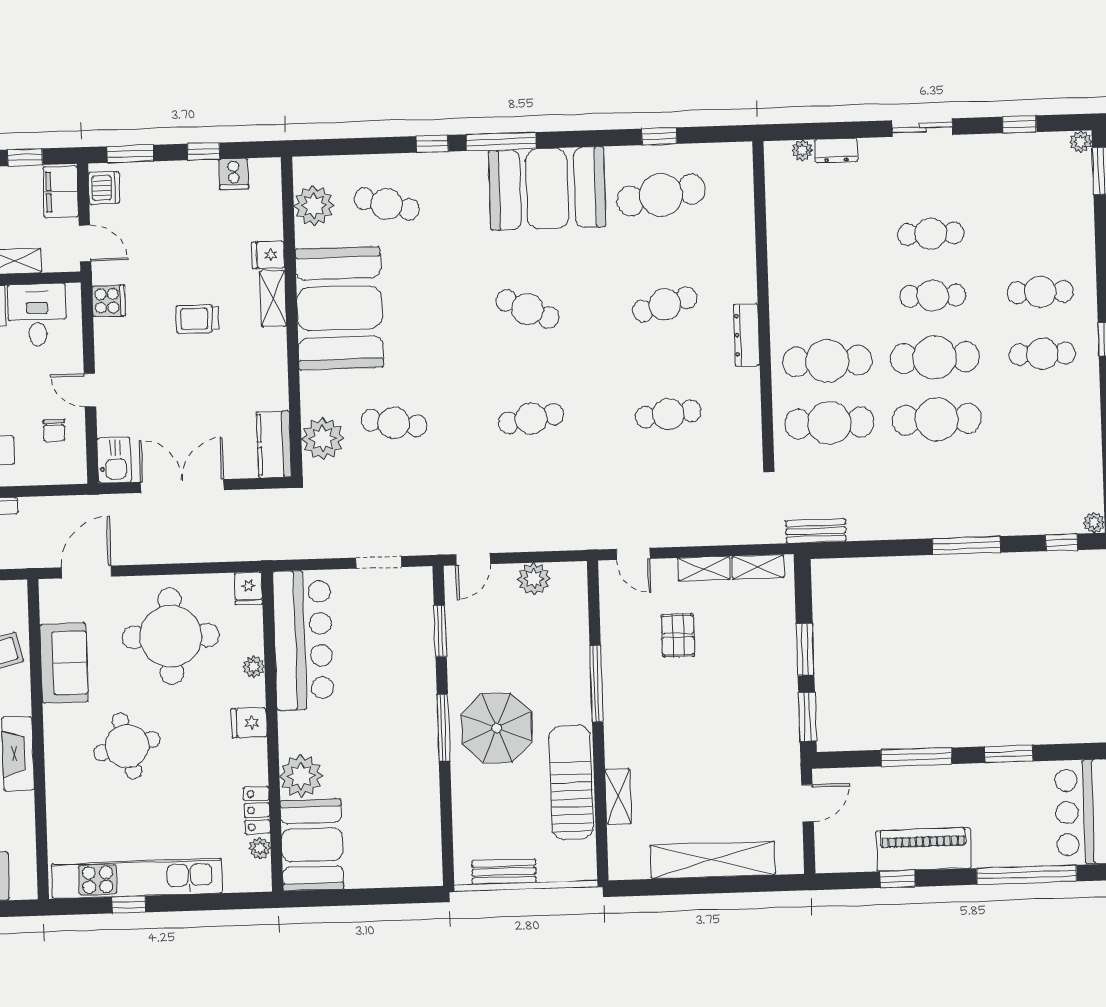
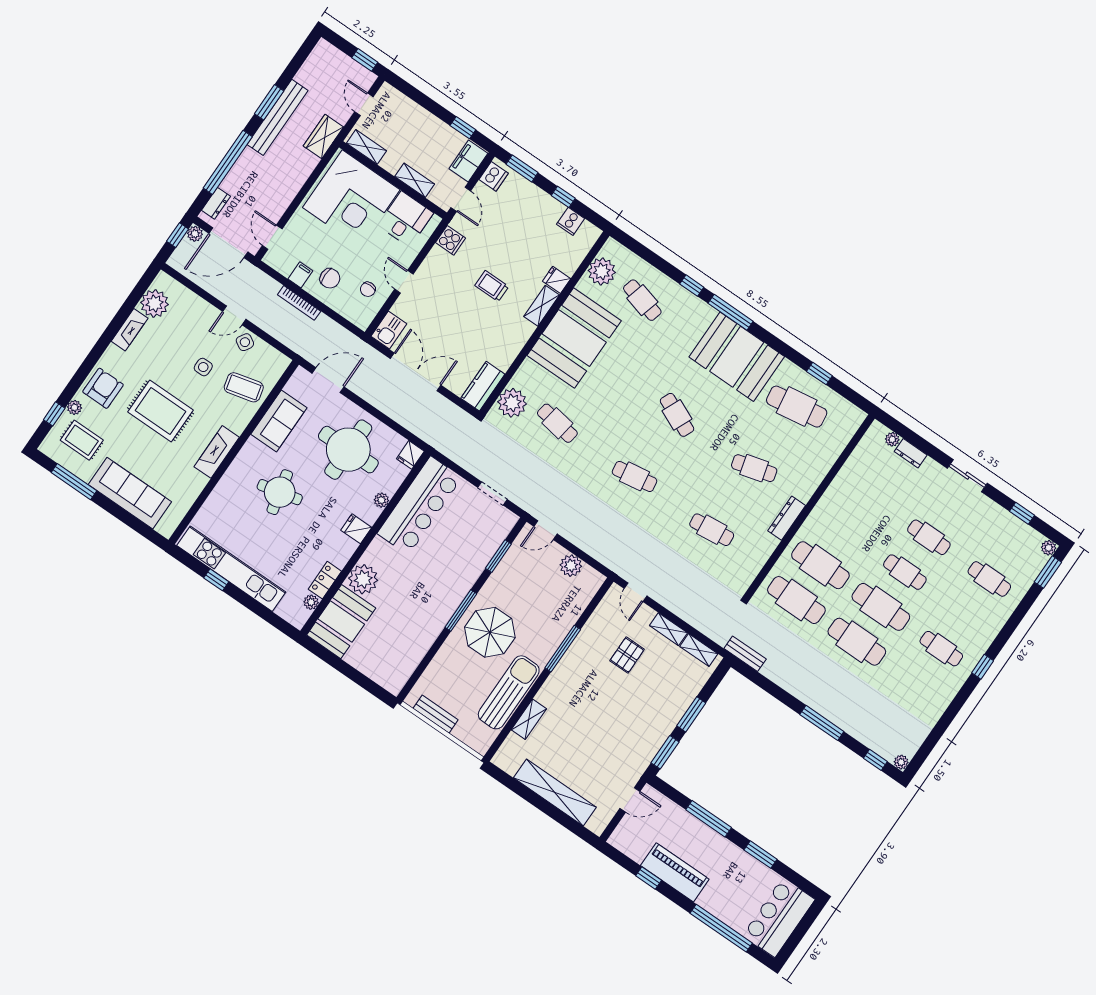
cafe table: (1040, 292) -> (989, 579), moved

